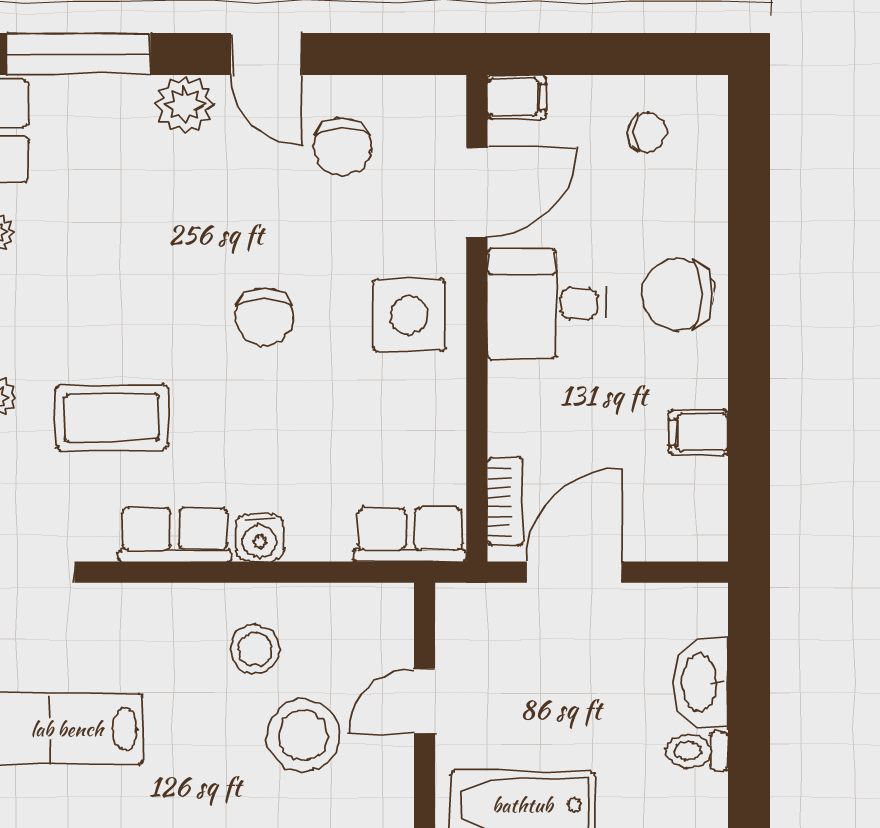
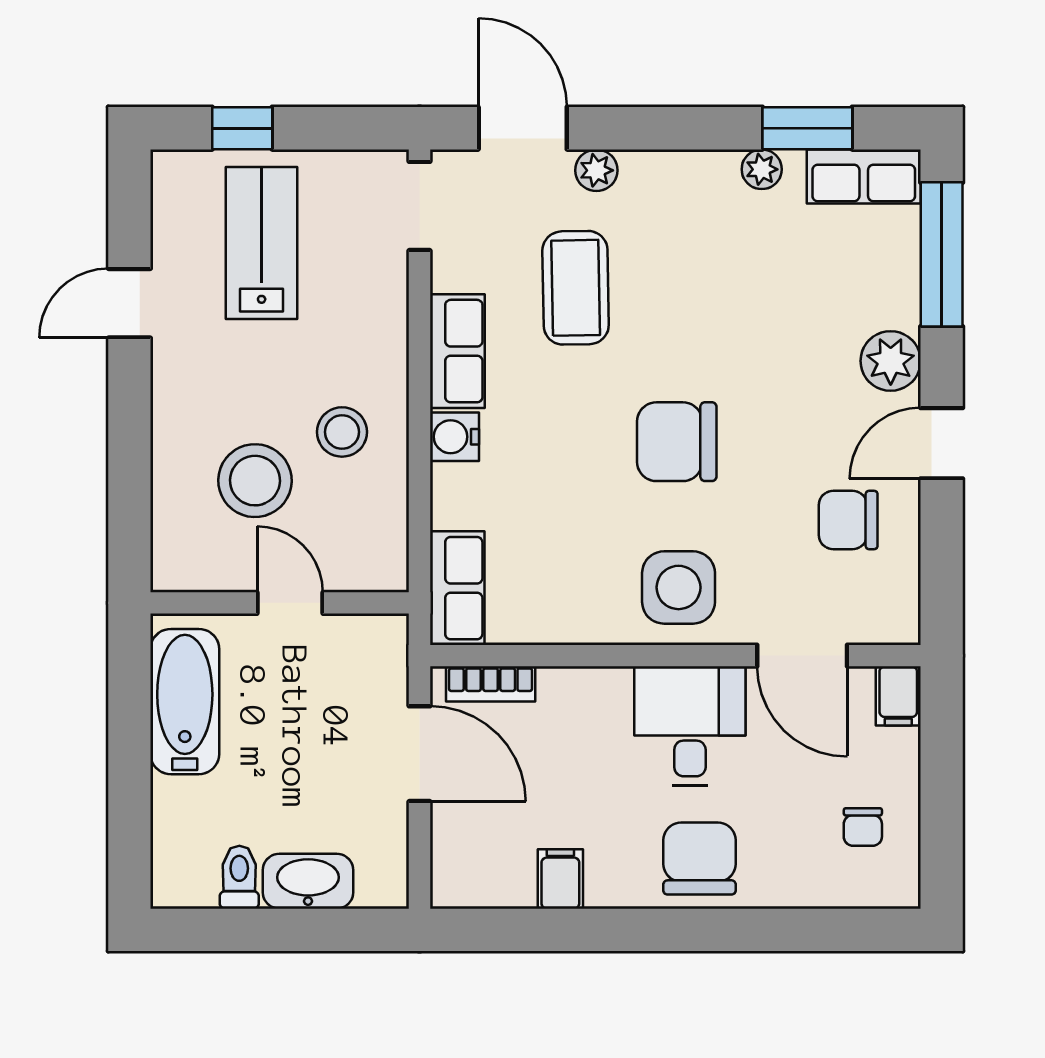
chair: (264, 317) -> (677, 442), width x1.37, depth x1.37

